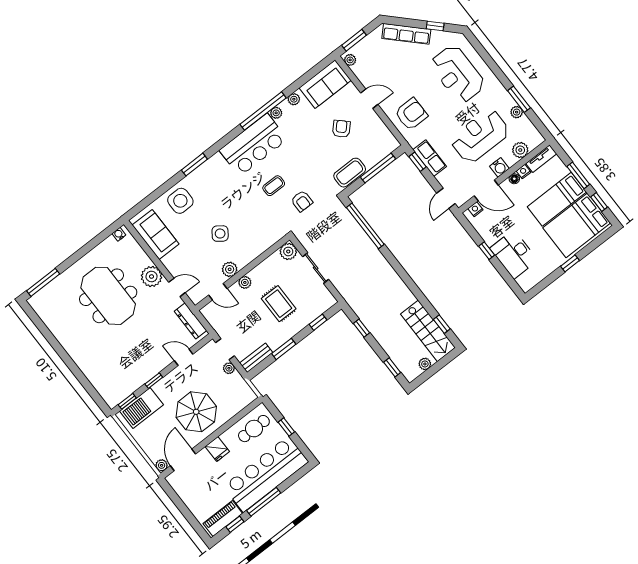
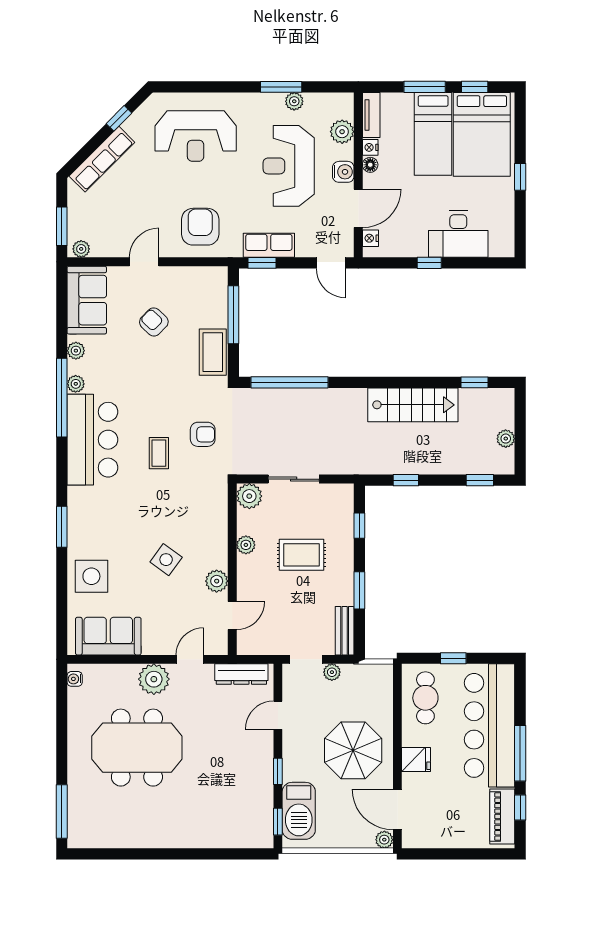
plant: (245, 282) -> (246, 545), moved
stairs: (428, 331) -> (413, 405), moved

